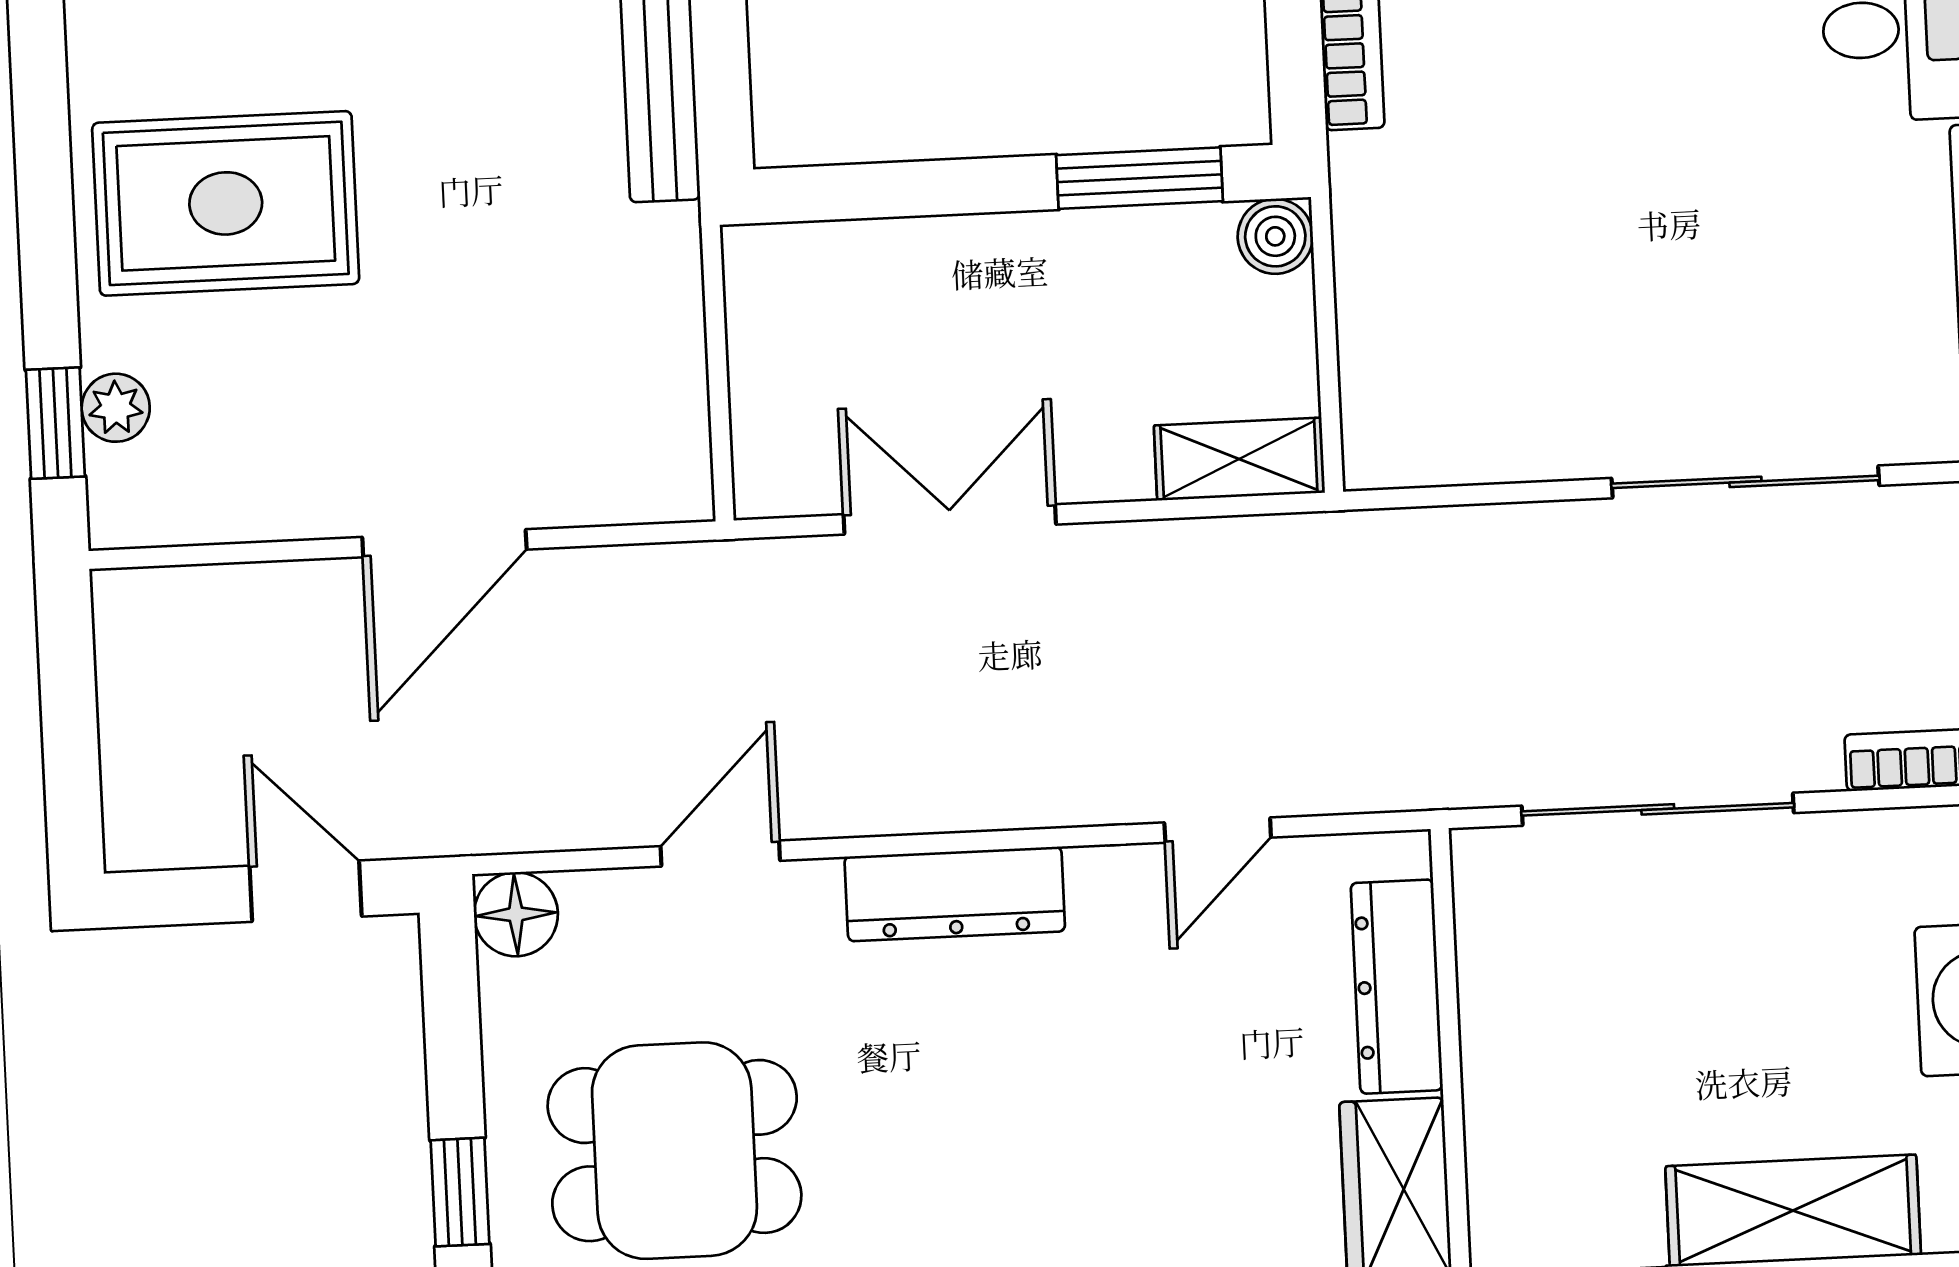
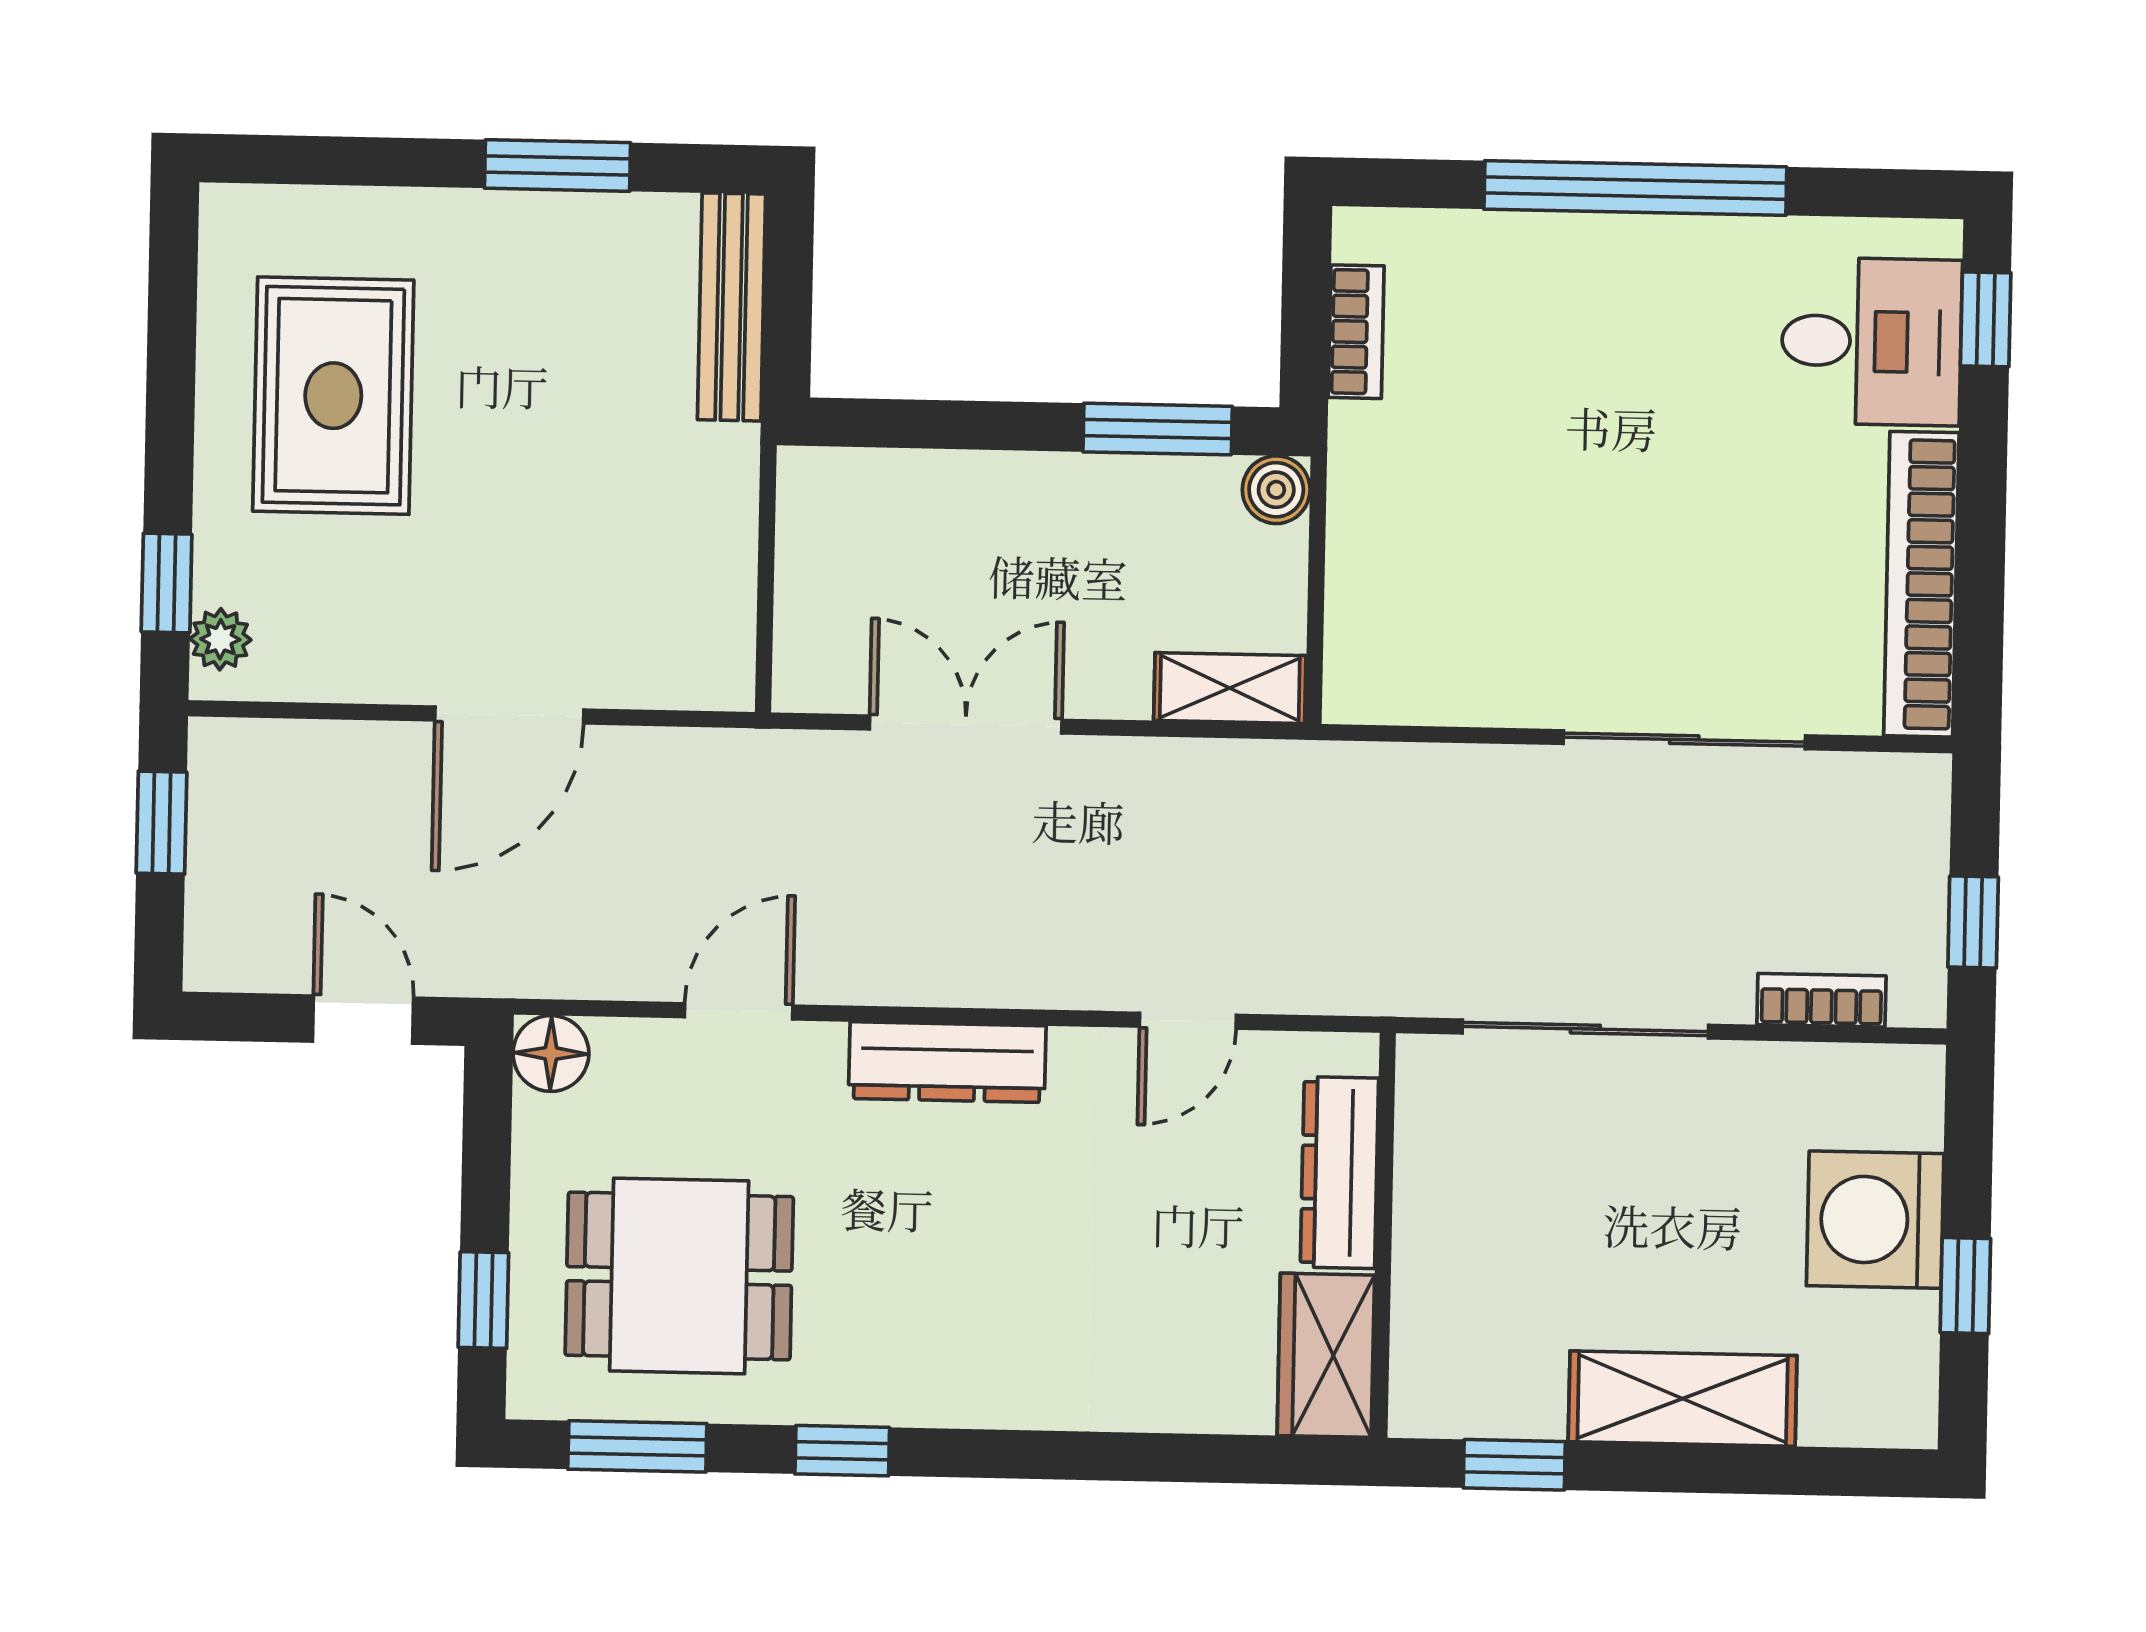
rug: (226, 203) -> (333, 396), turned 90
plant: (116, 408) -> (220, 639), moved
window: (68, 688) -> (161, 823), added

